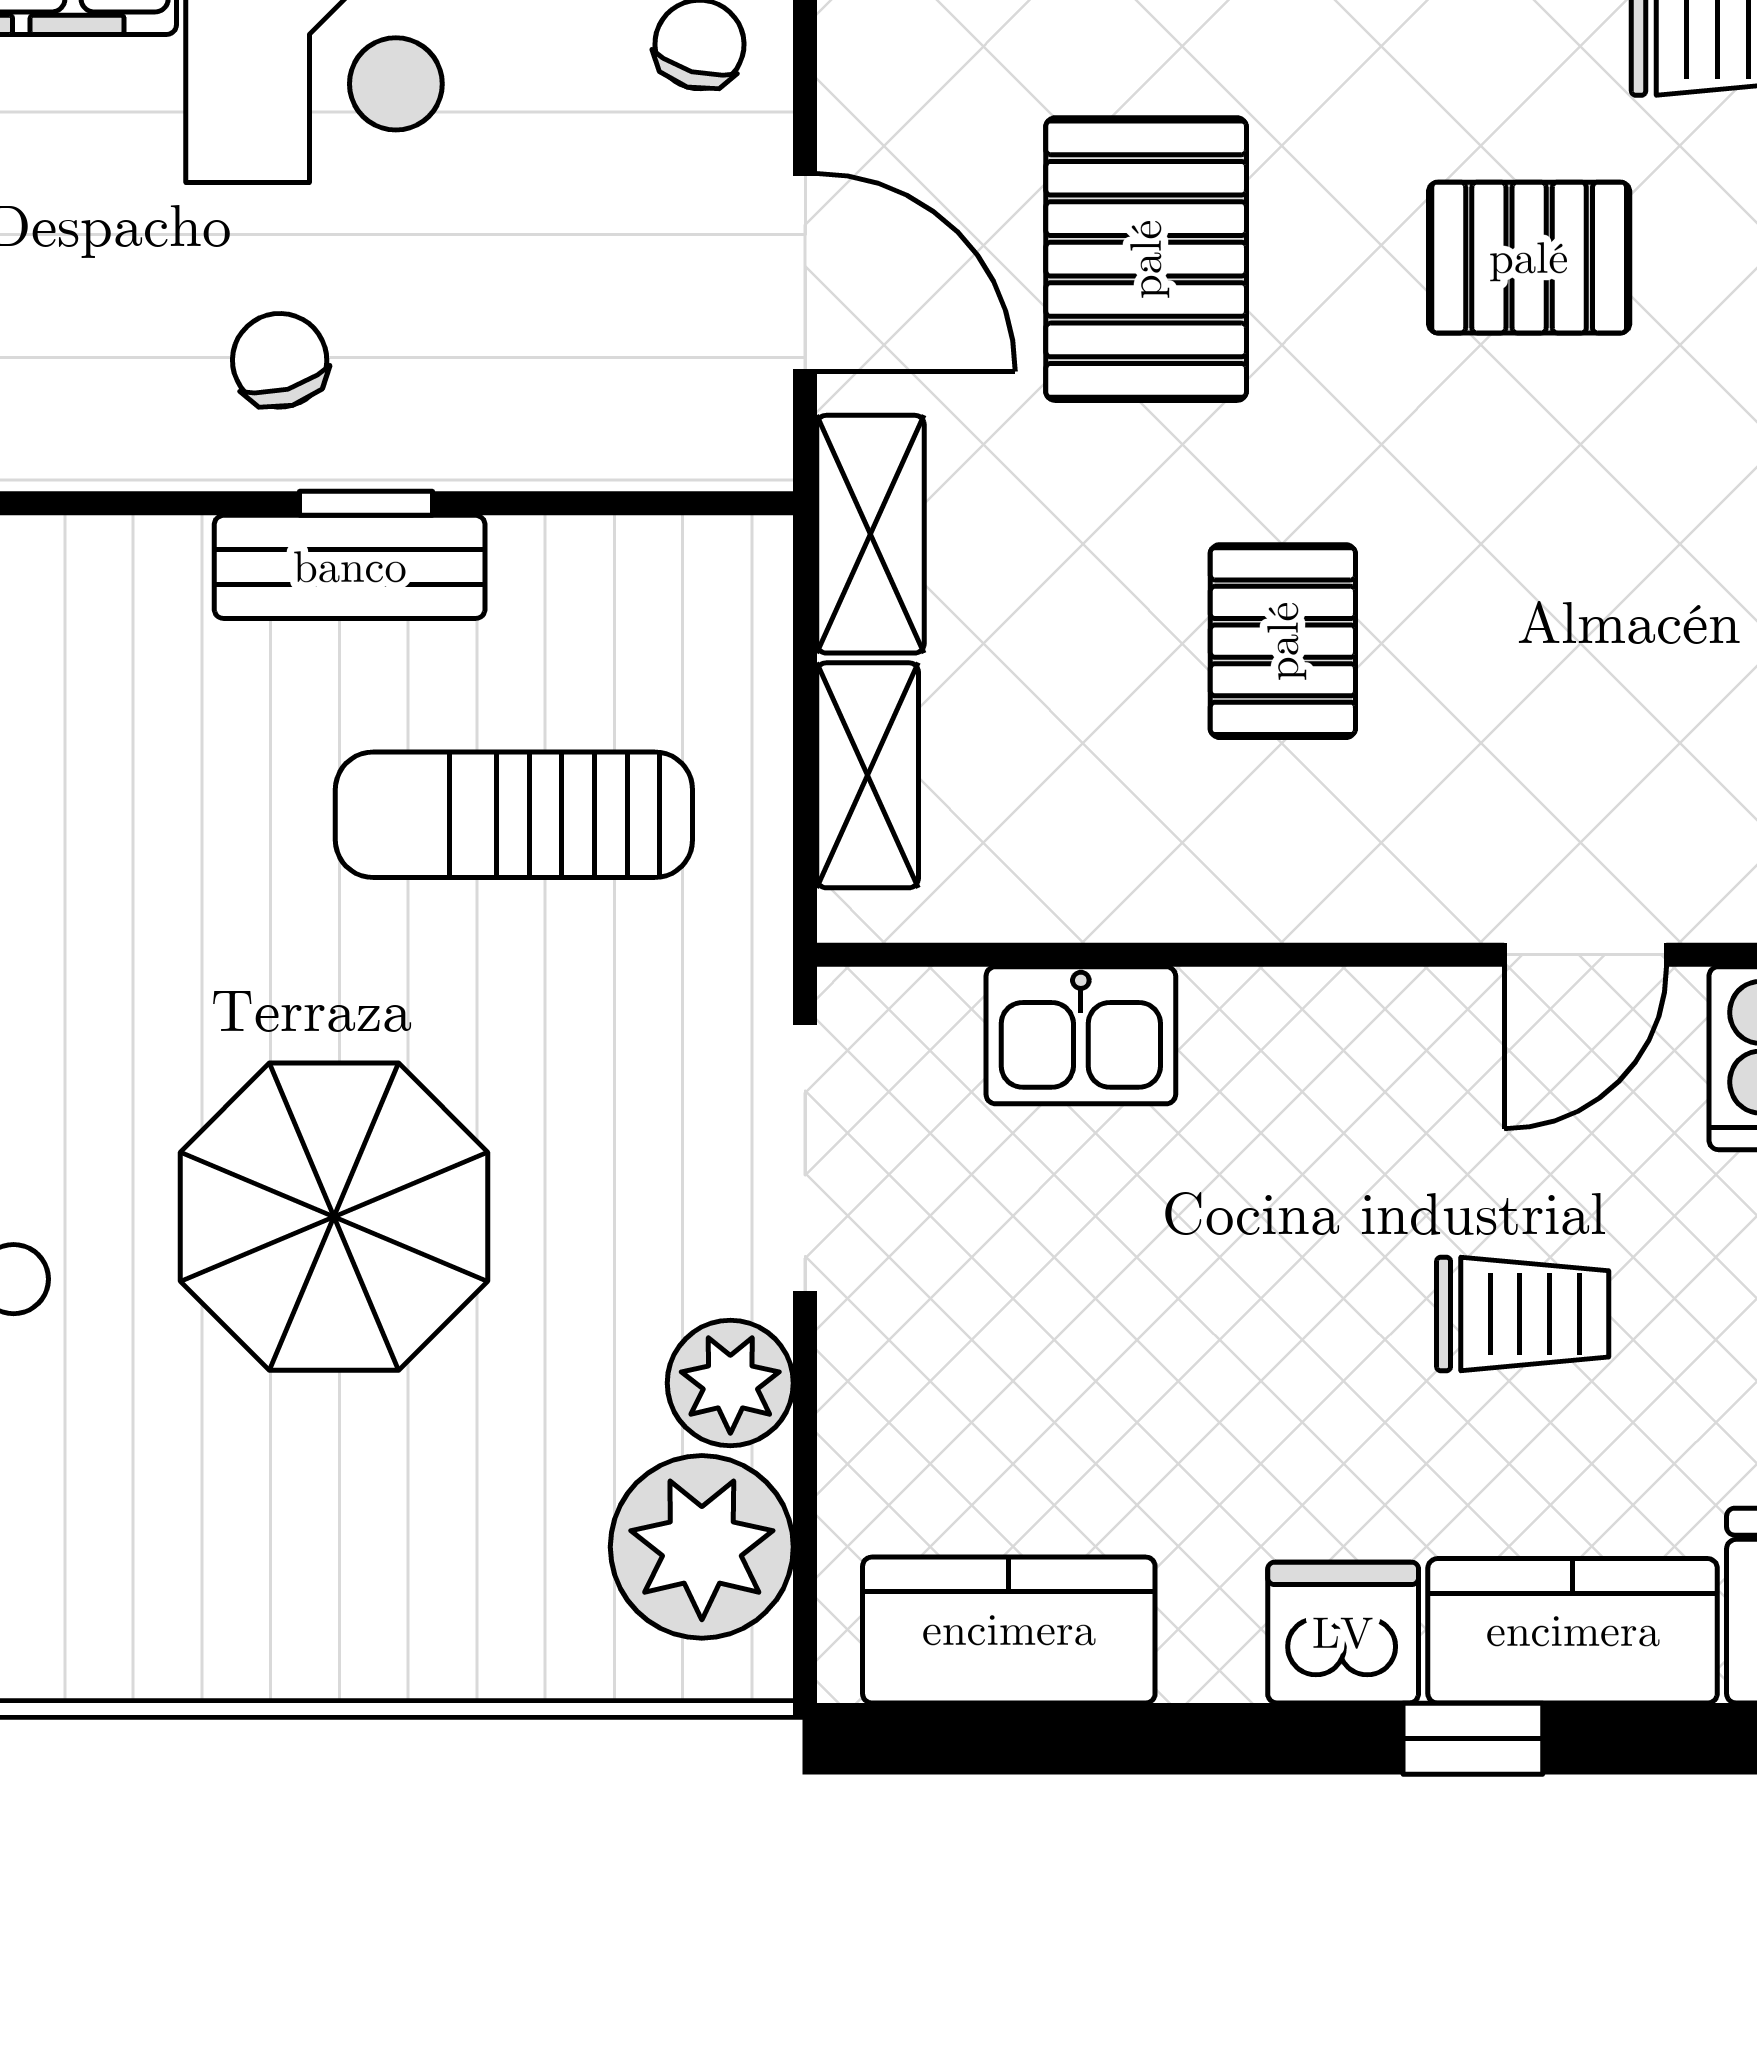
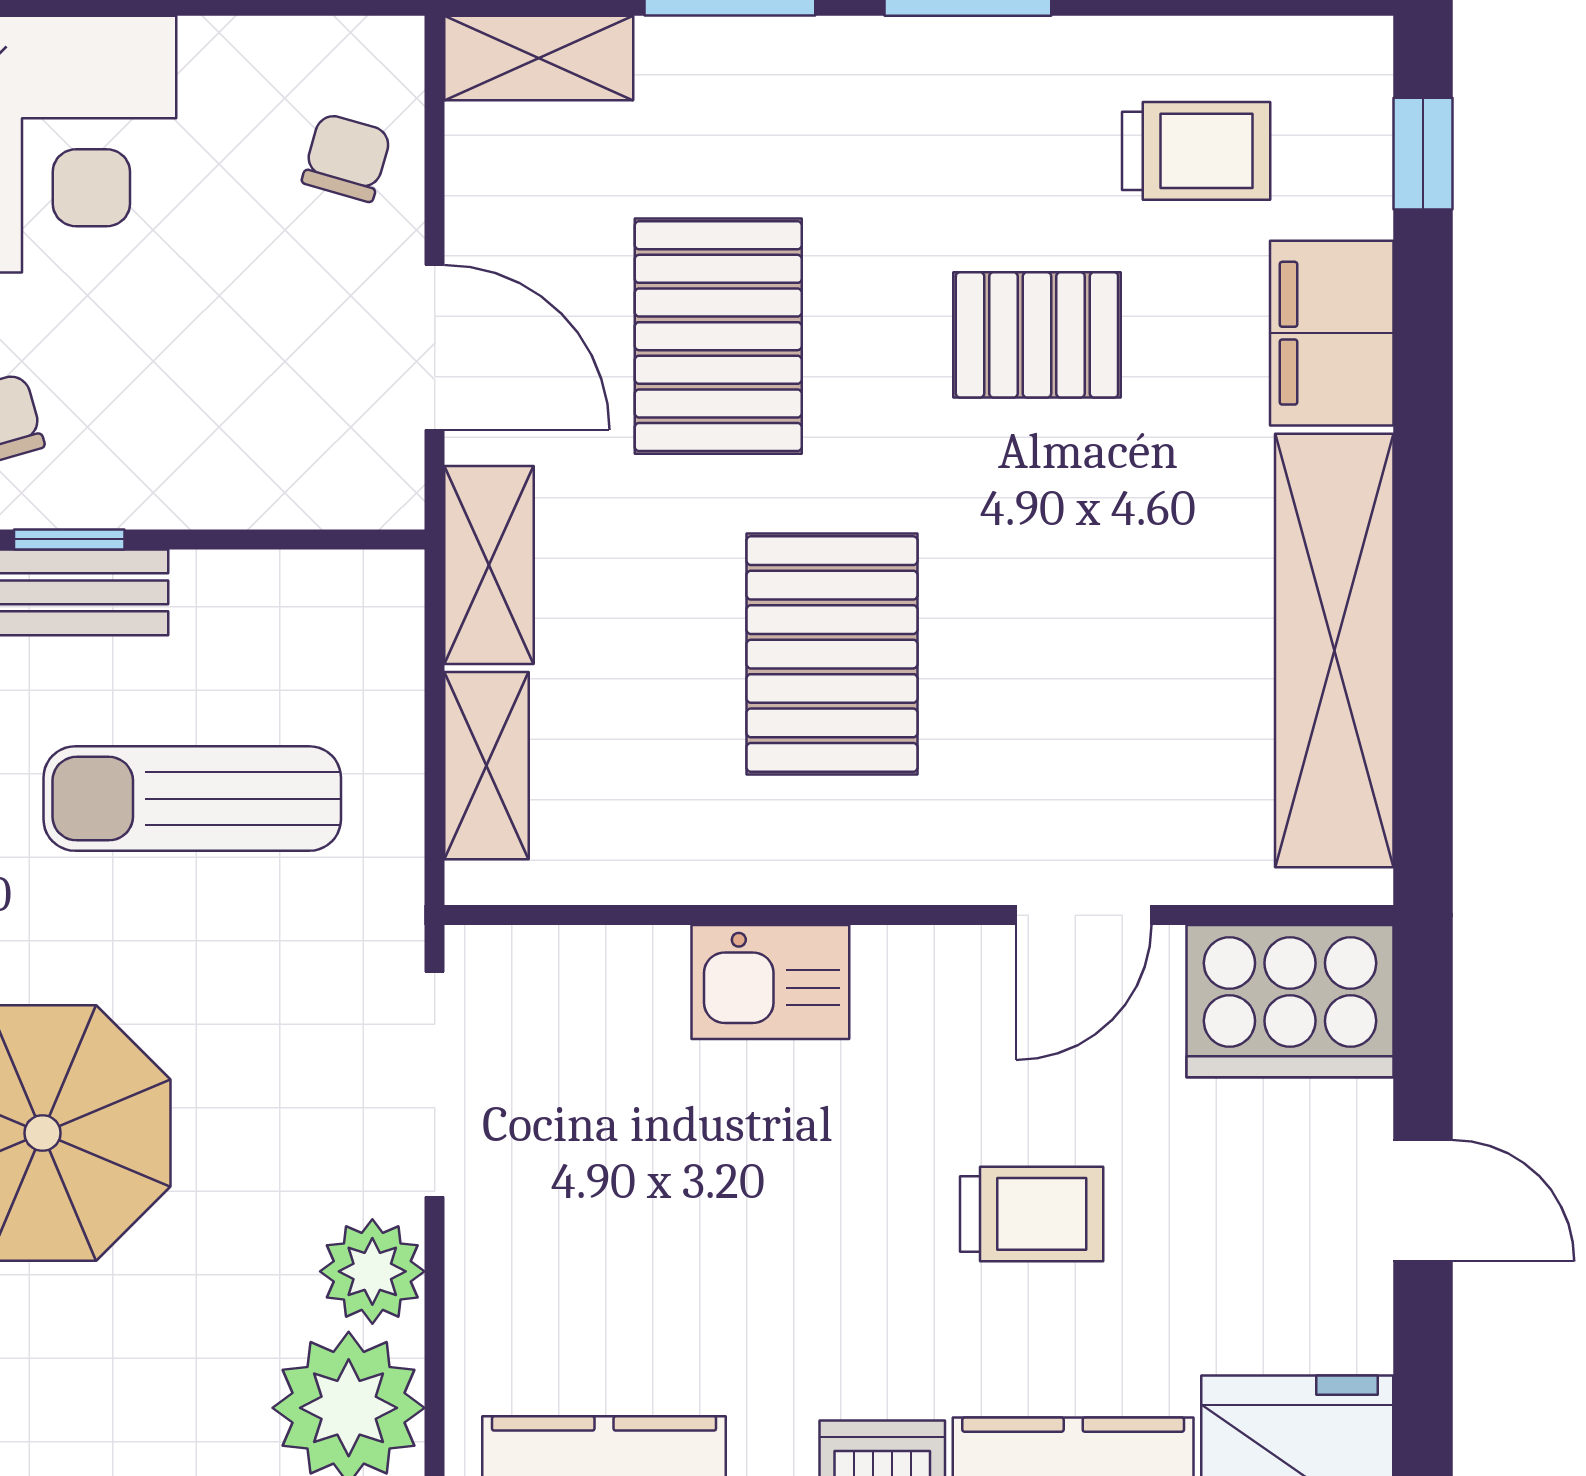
pallet: (1283, 641) -> (832, 654), width x1.50, depth x1.42
kitchen sink: (1081, 1035) -> (770, 982), moved

